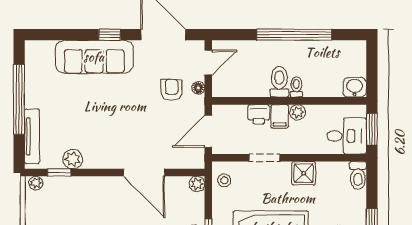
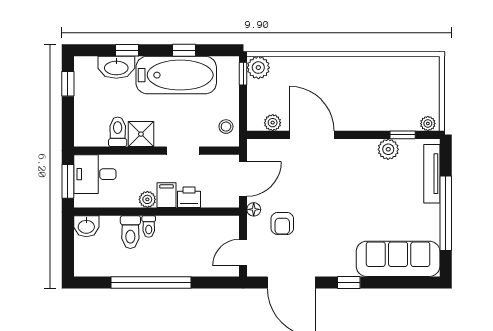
sofa: (94, 57) -> (398, 259), moved
toilet: (279, 82) -> (130, 232), moved
floor lamp: (198, 88) -> (254, 209), moved
toilet: (358, 175) -> (118, 132), moved
plant: (197, 184) -> (273, 123), moved

